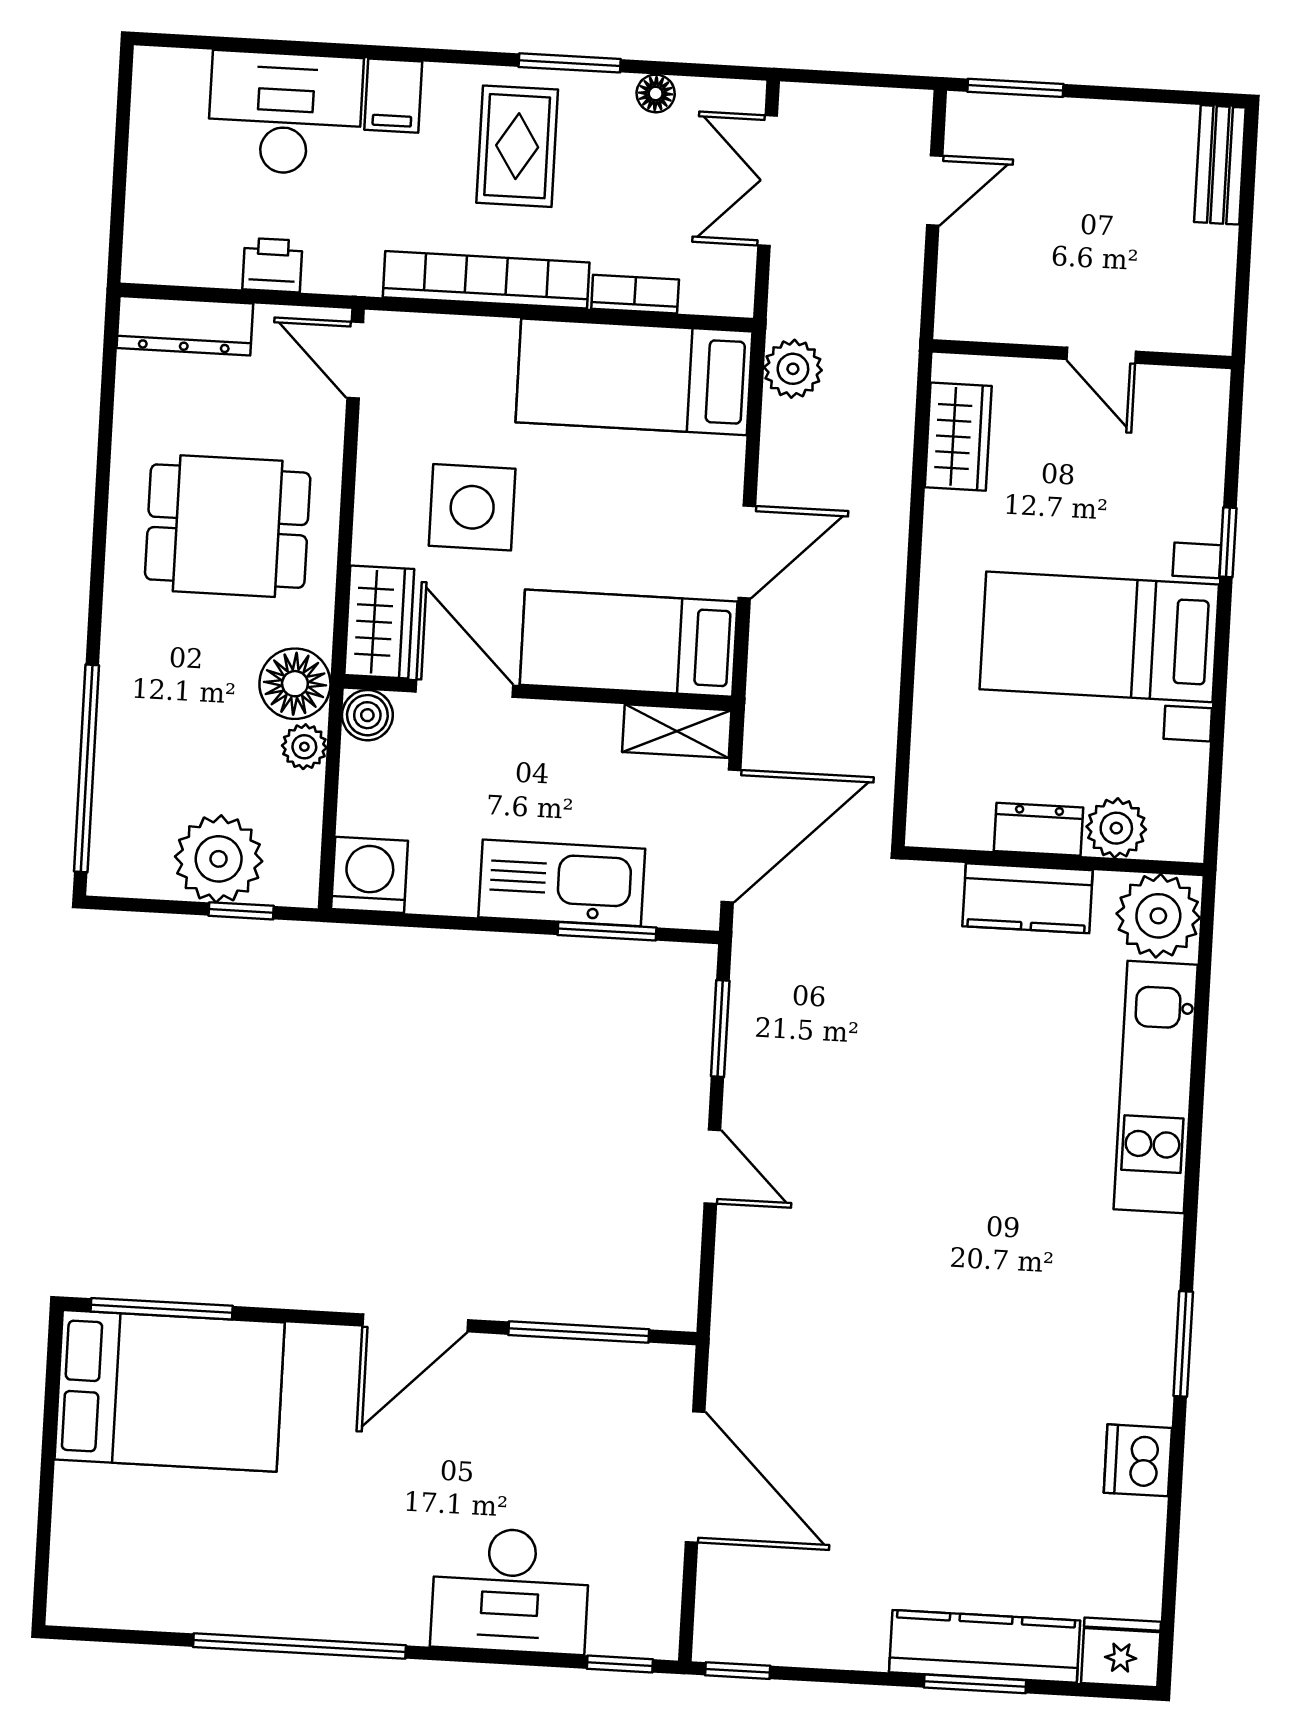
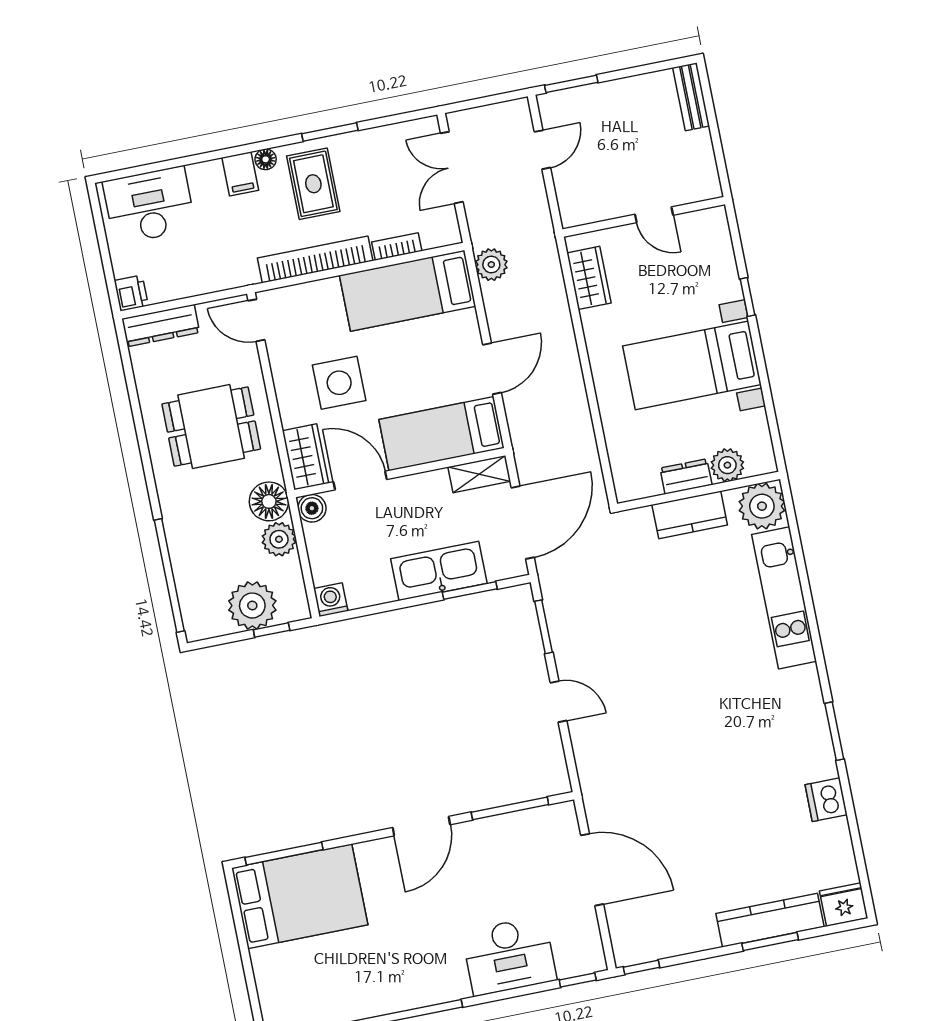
floor lamp: (656, 93) -> (266, 159), moved
desk: (285, 113) -> (149, 205), moved
printer: (272, 265) -> (131, 293), moved, turned 90
plant: (304, 747) -> (279, 539), width x1.38, depth x1.38
washing machine: (370, 875) -> (331, 600), width x0.73, depth x0.73

